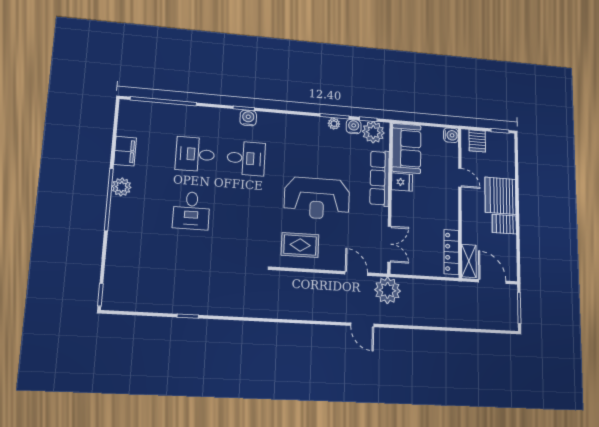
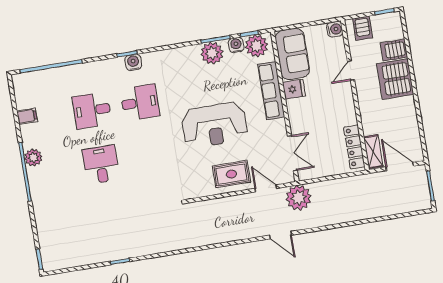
plant: (334, 124) -> (212, 53), width x1.88, depth x1.88
filing cabinet: (125, 151) -> (27, 116), width x0.50
door: (460, 178) -> (351, 71), swing flipped
desk: (191, 211) -> (101, 165), turned 180
server rack: (504, 224) -> (394, 50), moved
rug: (300, 245) -> (231, 174), moved

